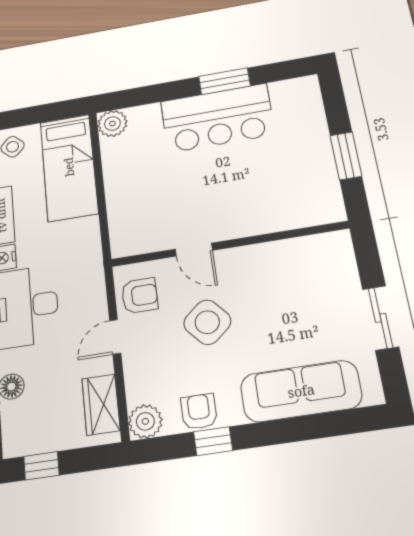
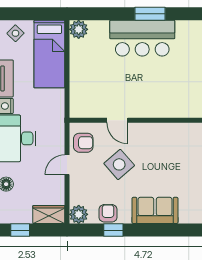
sofa: (301, 391) -> (155, 210), width x0.73
wardrobe: (101, 405) -> (49, 214), moved, turned 90

